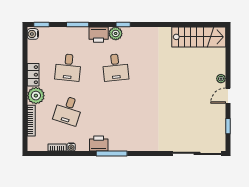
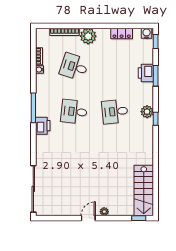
printer: (99, 35) -> (146, 73), moved
desk: (68, 67) -> (74, 112), moved
locker: (33, 75) -> (122, 33), moved
door: (228, 96) -> (88, 218), hinge flipped
window: (228, 126) -> (139, 218), moved
printer: (99, 144) -> (43, 126), moved

